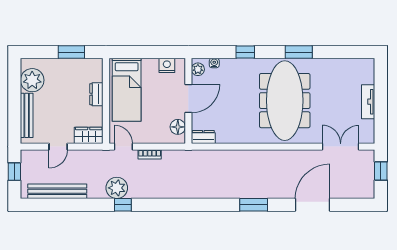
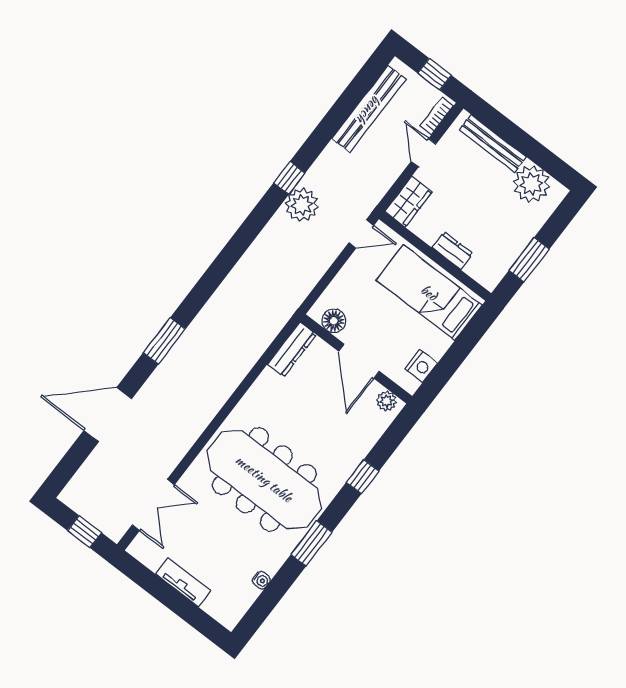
water cooler: (214, 63) -> (261, 580), moved
dresser: (203, 137) -> (292, 350), width x1.44
bookcase: (150, 154) -> (437, 116), moved
plant: (117, 188) -> (302, 205), moved
door: (313, 205) -> (108, 415), swing flipped

